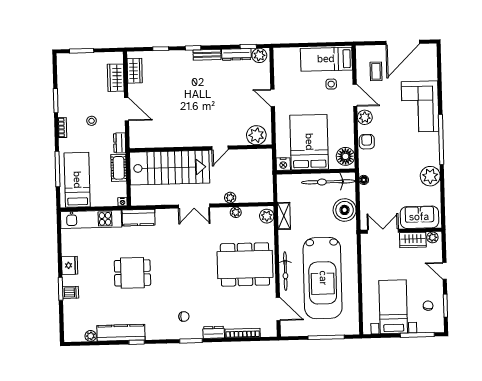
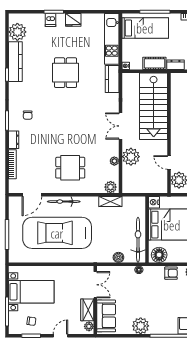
door: (220, 148) -> (169, 162), moved
plant: (230, 198) -> (131, 157), width x1.87, depth x1.87
boiler: (345, 210) -> (118, 257), width x0.54, depth x0.54
dining table: (245, 264) -> (70, 168), width x0.53, depth x0.80
plant: (91, 336) -> (17, 32), width x1.87, depth x1.87

